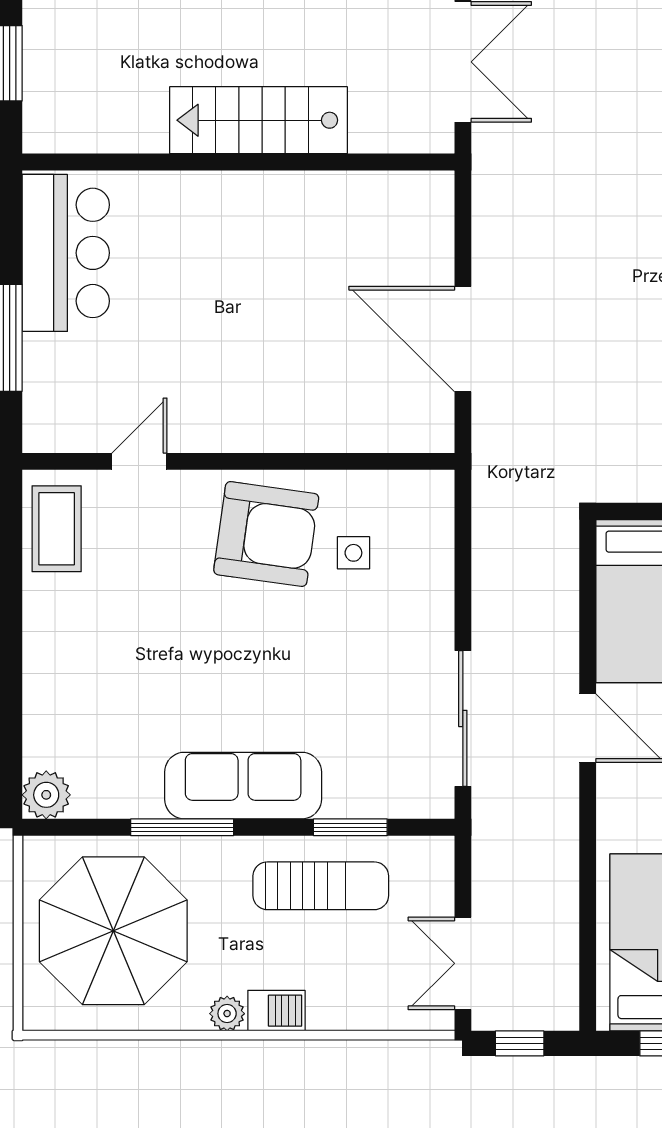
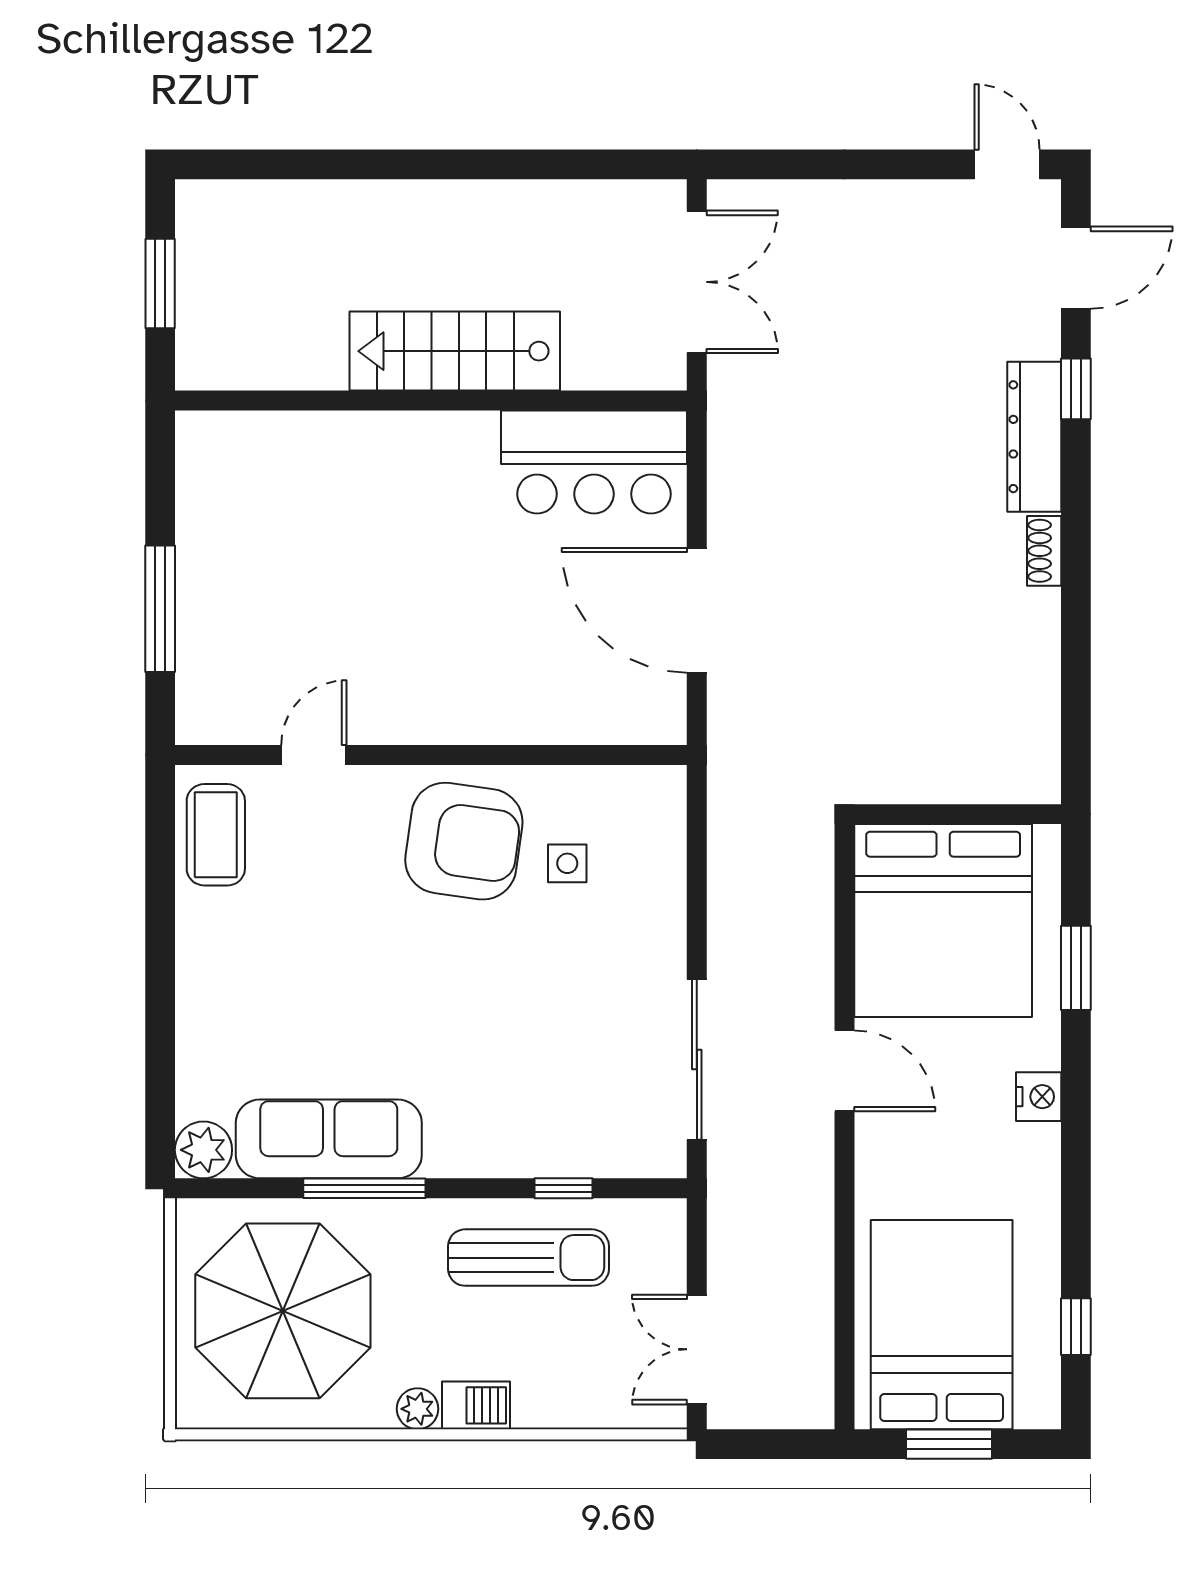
bar counter: (66, 253) -> (594, 462), moved, turned 90
sofa: (243, 786) -> (329, 1139), moved
window: (350, 827) -> (563, 1188), width x0.67
window: (520, 1043) -> (764, 1444), removed

